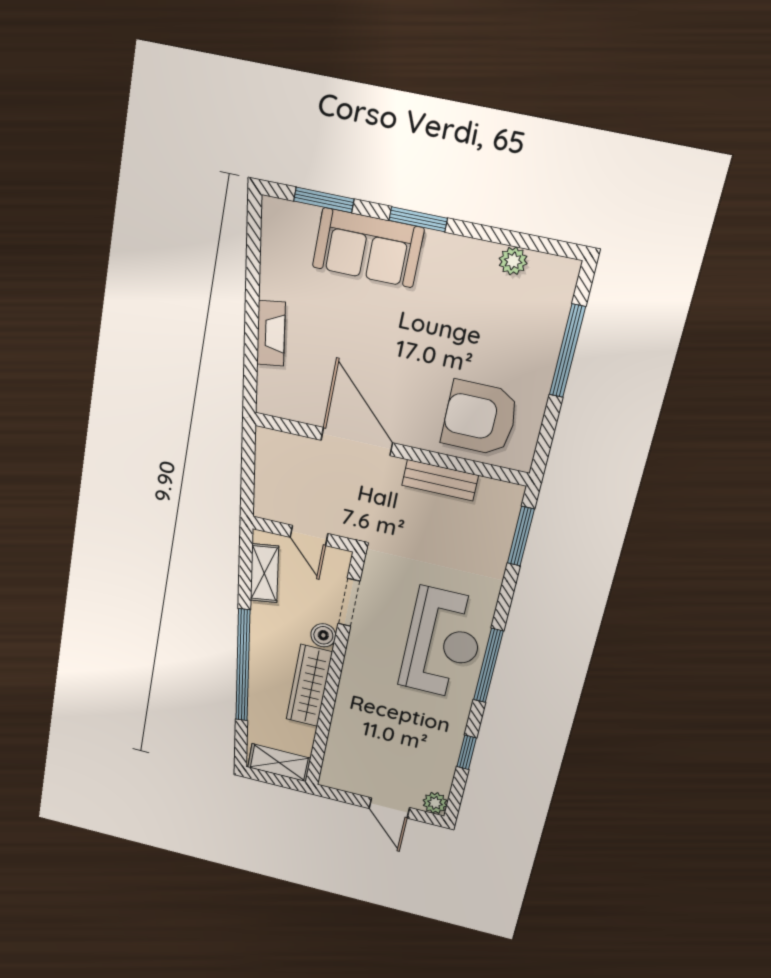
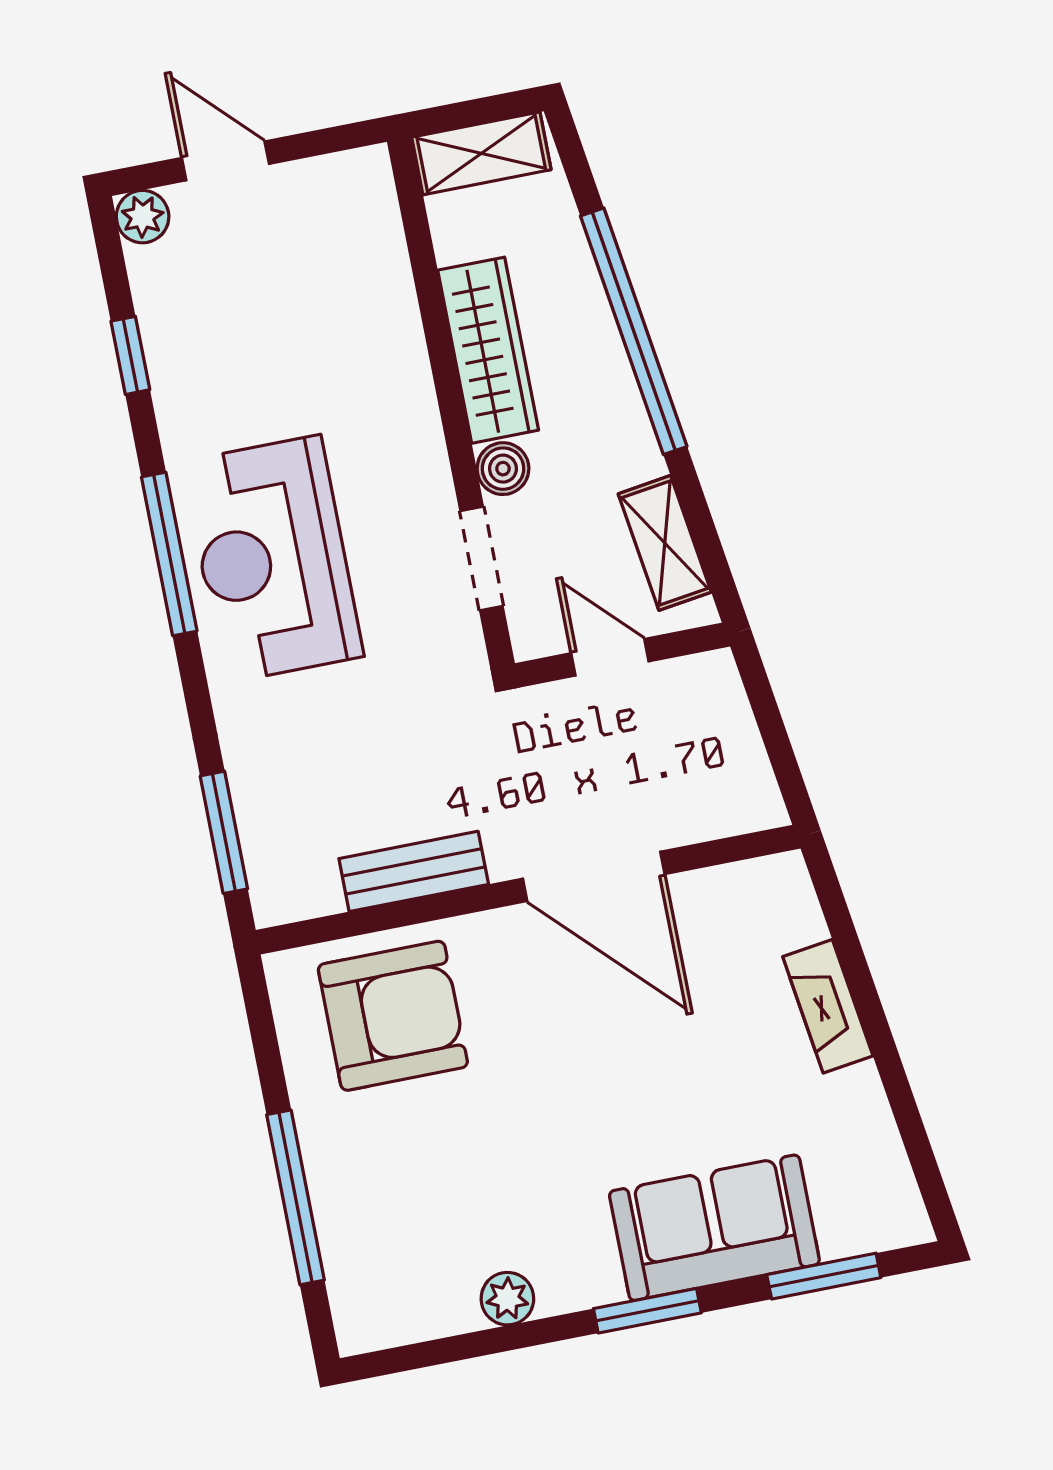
plant: (513, 261) -> (507, 1299), moved

